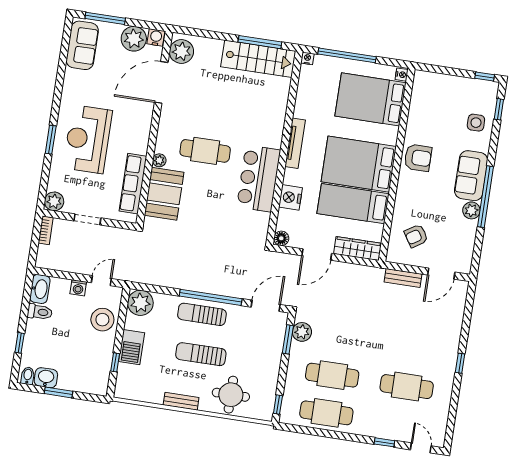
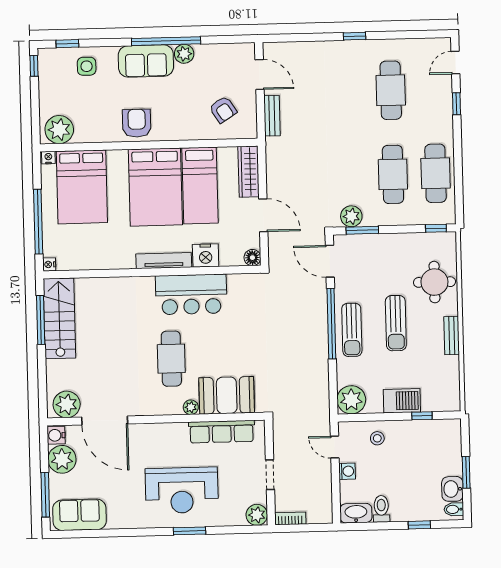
plant: (425, 89) -> (59, 130), added
tv unit: (295, 143) -> (164, 261), moved
stool: (102, 320) -> (377, 438), width x0.53, depth x0.53

